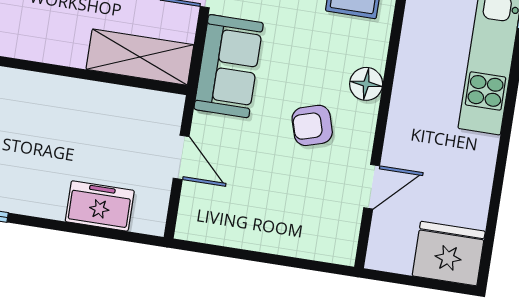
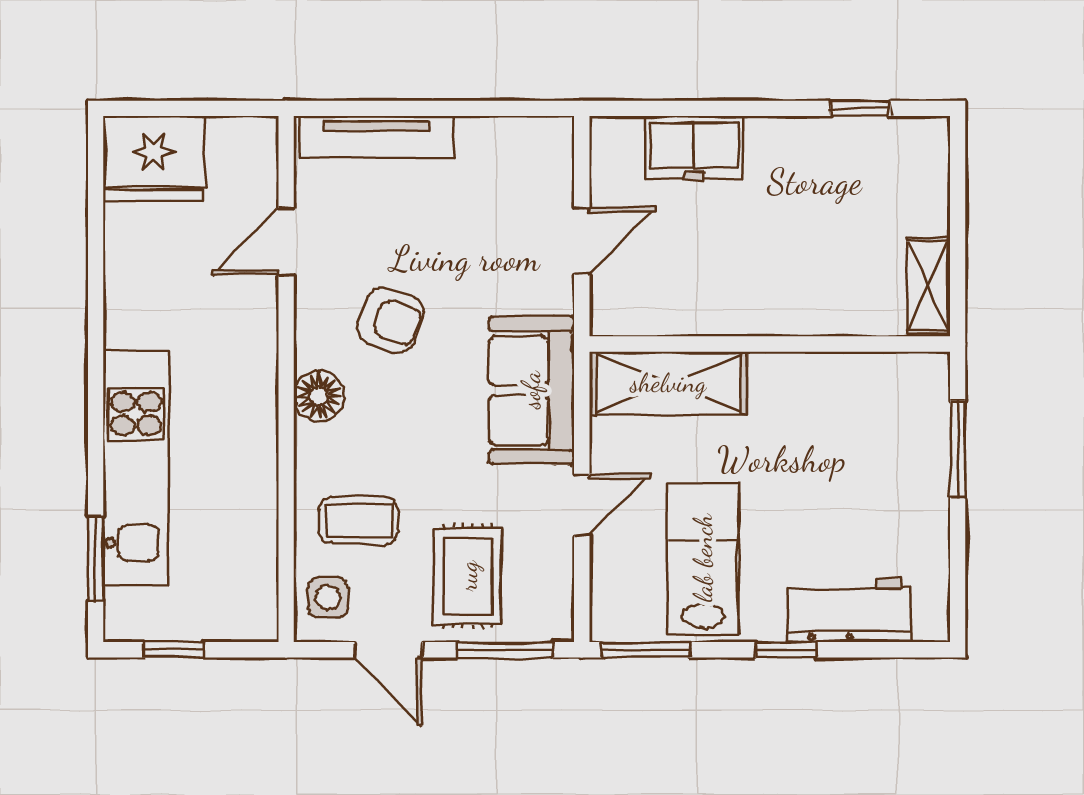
armchair: (312, 125) -> (391, 320), turned 35
door: (181, 157) -> (582, 241), swing flipped
tv unit: (303, 245) -> (377, 137), added

